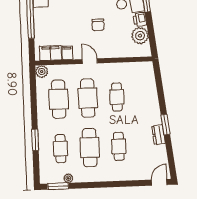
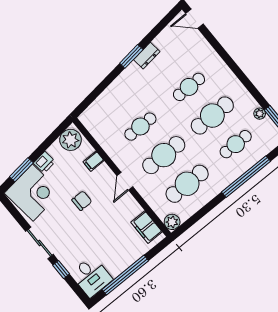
plant: (140, 36) -> (70, 140), moved
filing cabinet: (67, 53) -> (94, 161), moved
window: (35, 140) -> (246, 177), width x2.11

